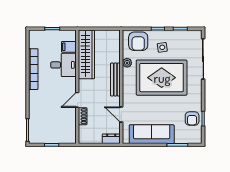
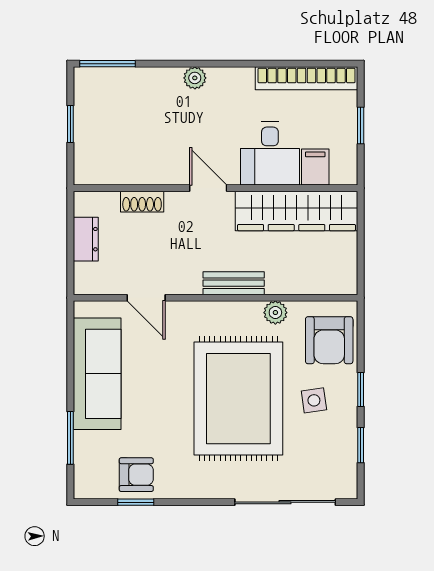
armchair: (138, 41) -> (329, 340), turned -90
bookcase: (33, 69) -> (307, 78), moved
bench: (115, 79) -> (234, 283), width x0.73
plant: (33, 95) -> (195, 78), added
door: (77, 100) -> (208, 188), moved
door: (121, 115) -> (146, 298), swing flipped
armchair: (192, 119) -> (136, 475), turned 180
dresser: (111, 139) -> (86, 239), moved

